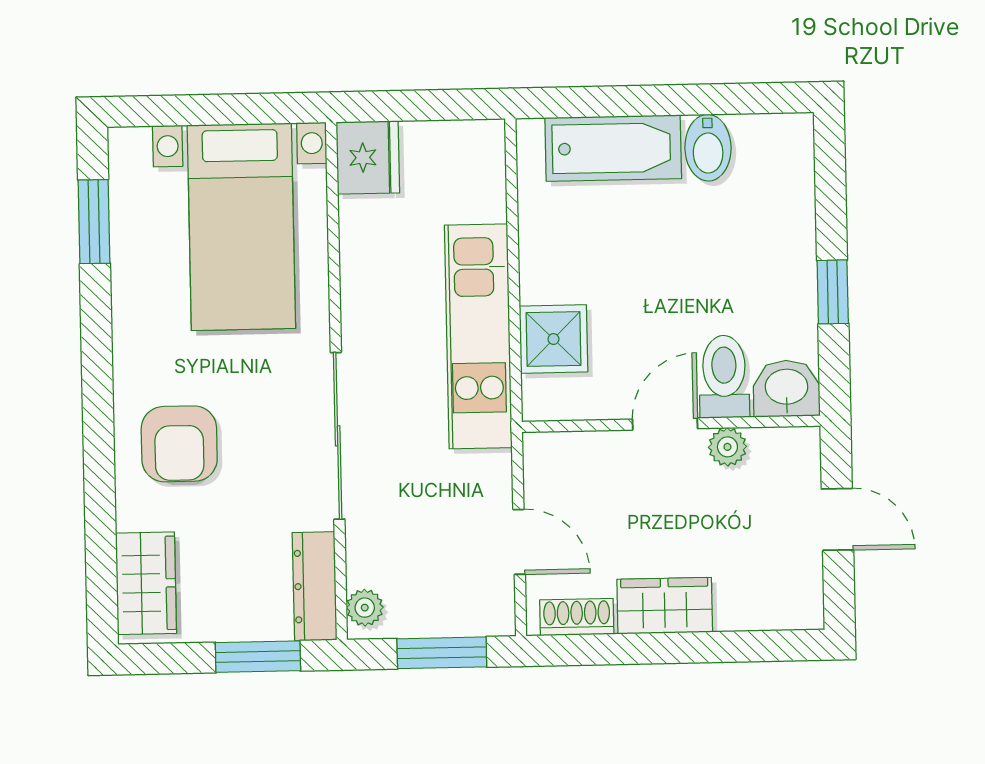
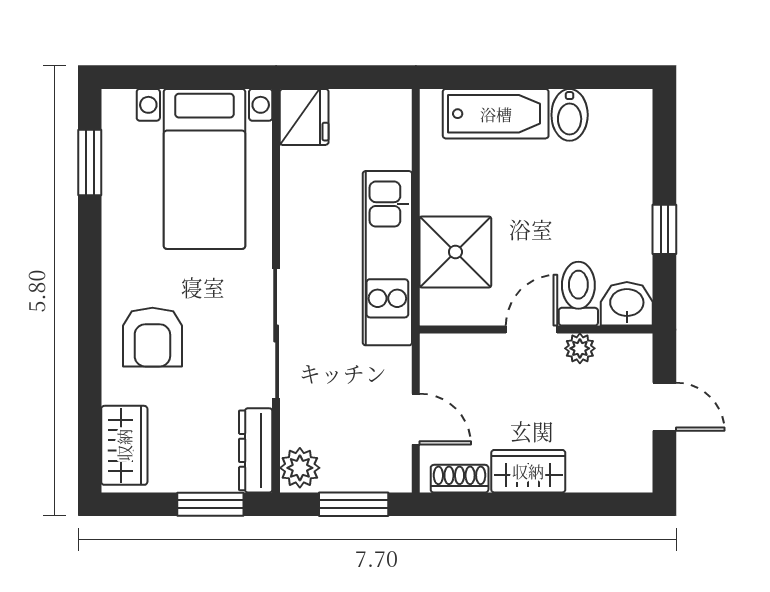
shower: (553, 339) -> (455, 252), width x1.36, depth x1.36
plant: (365, 608) -> (300, 468), width x1.38, depth x1.38

